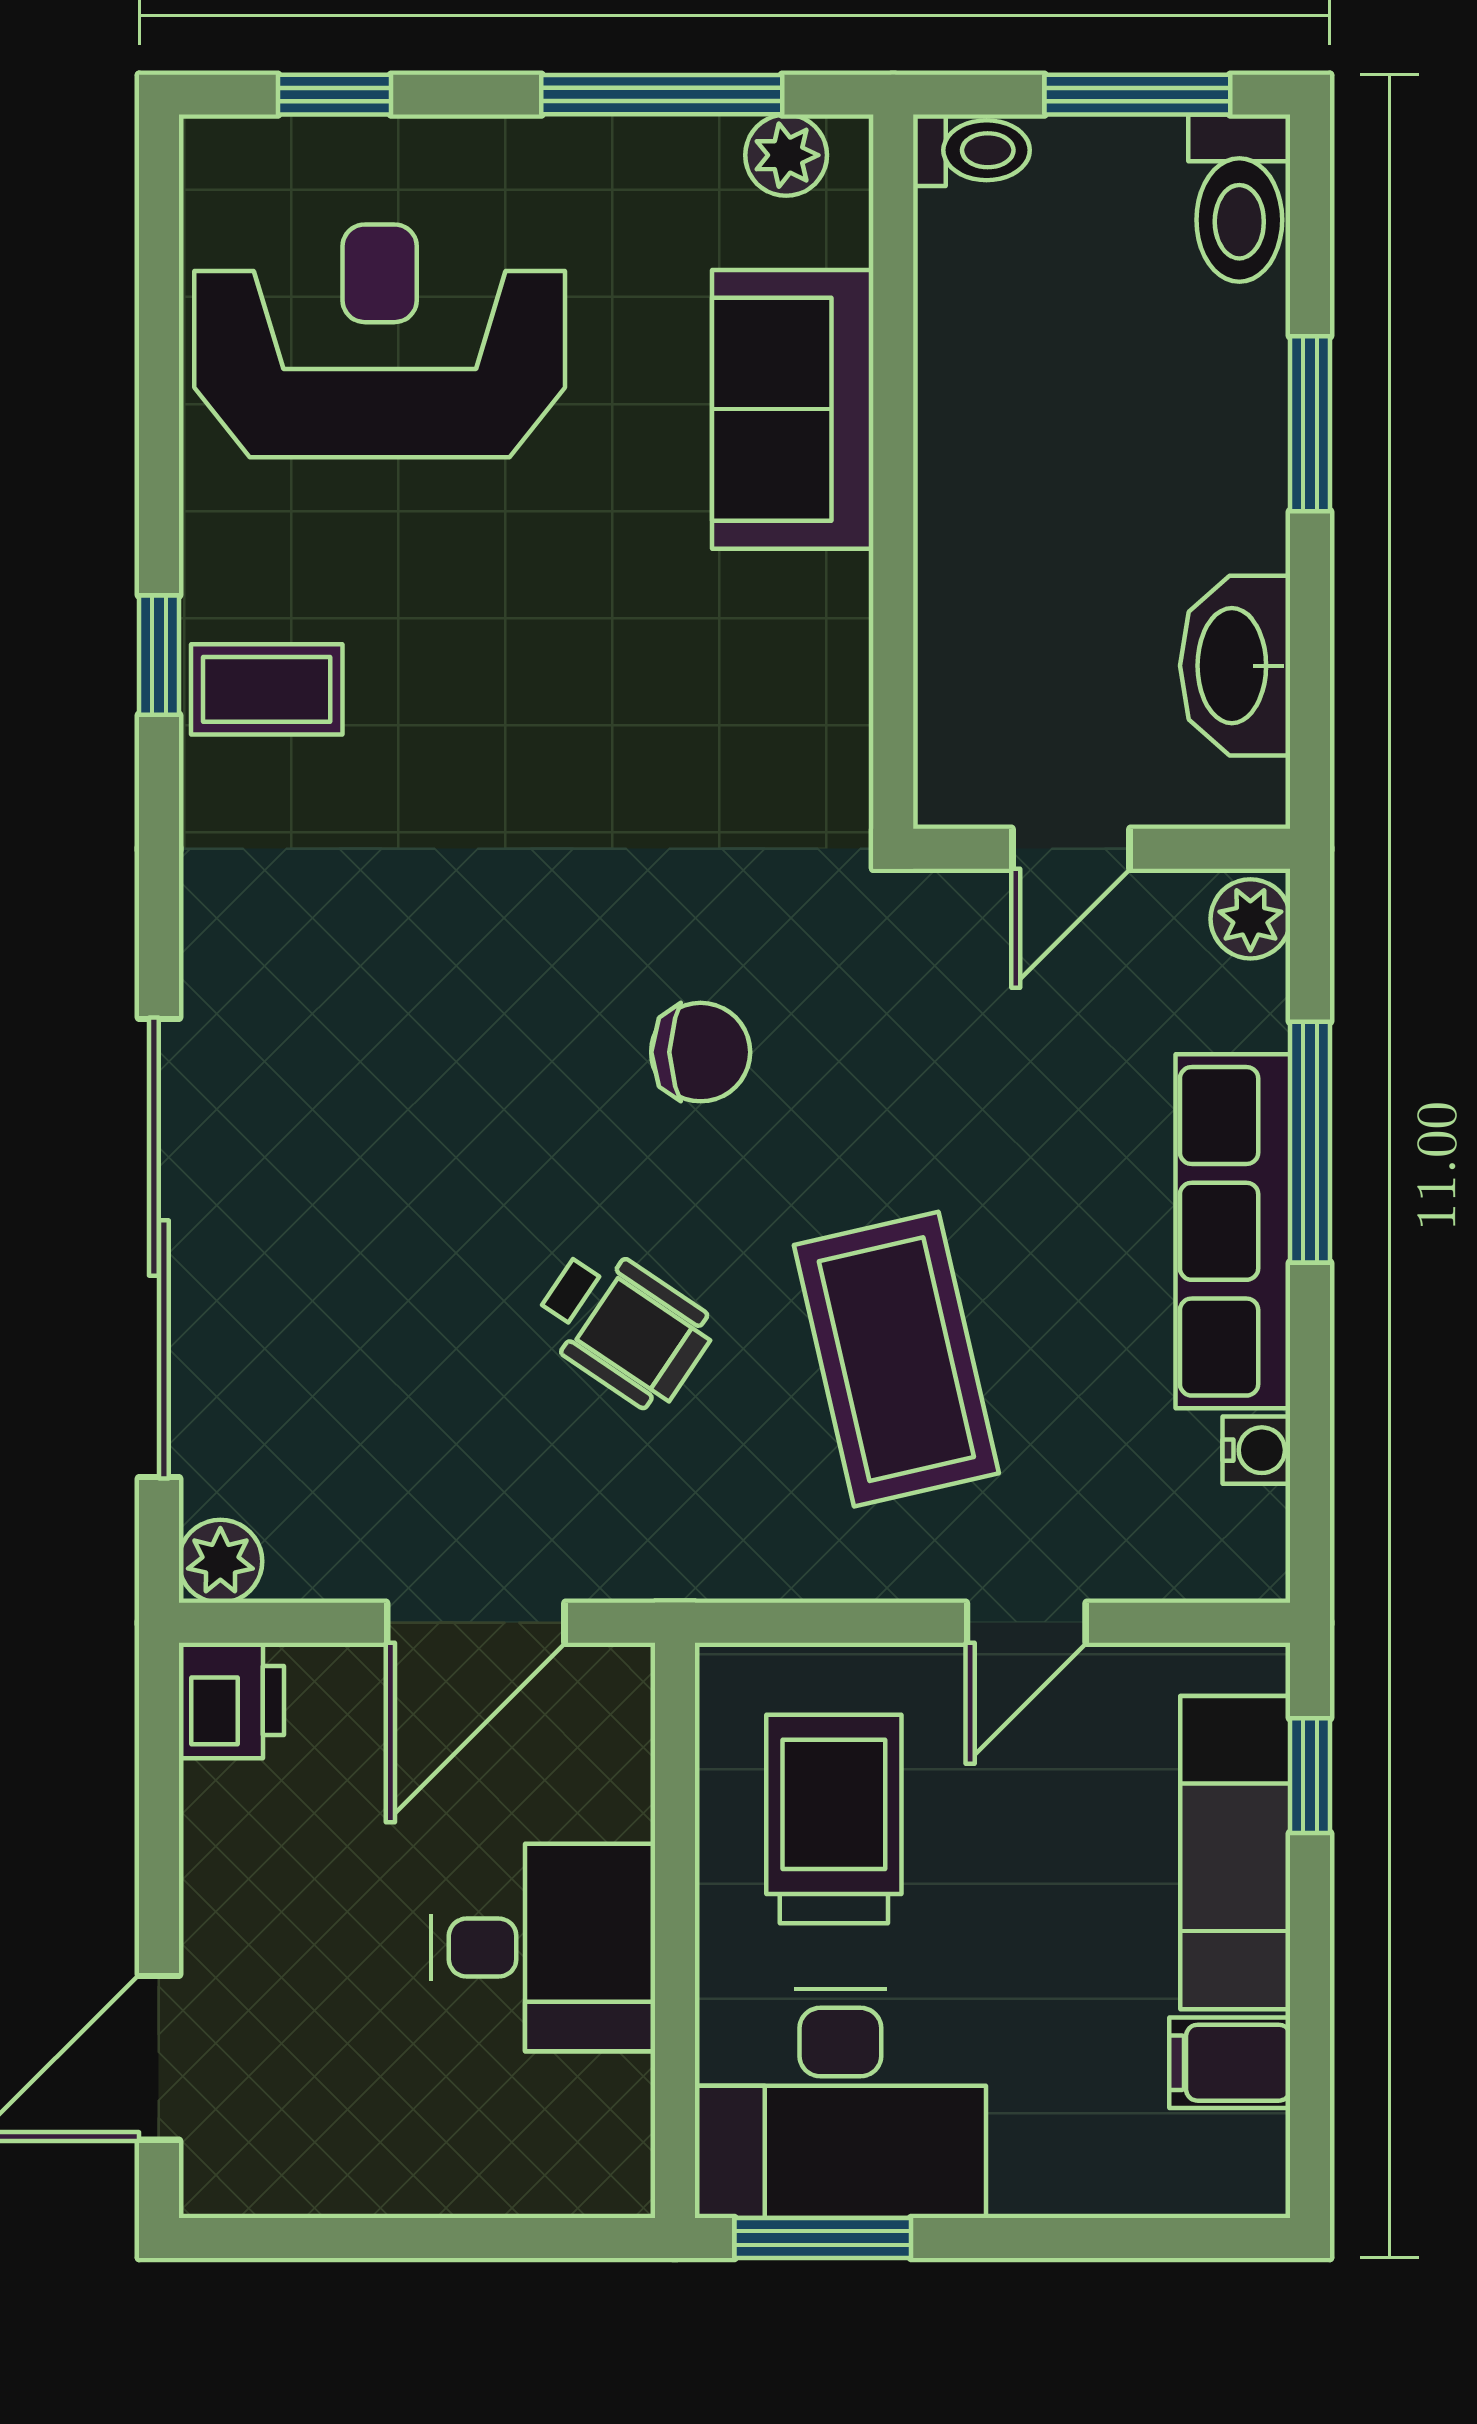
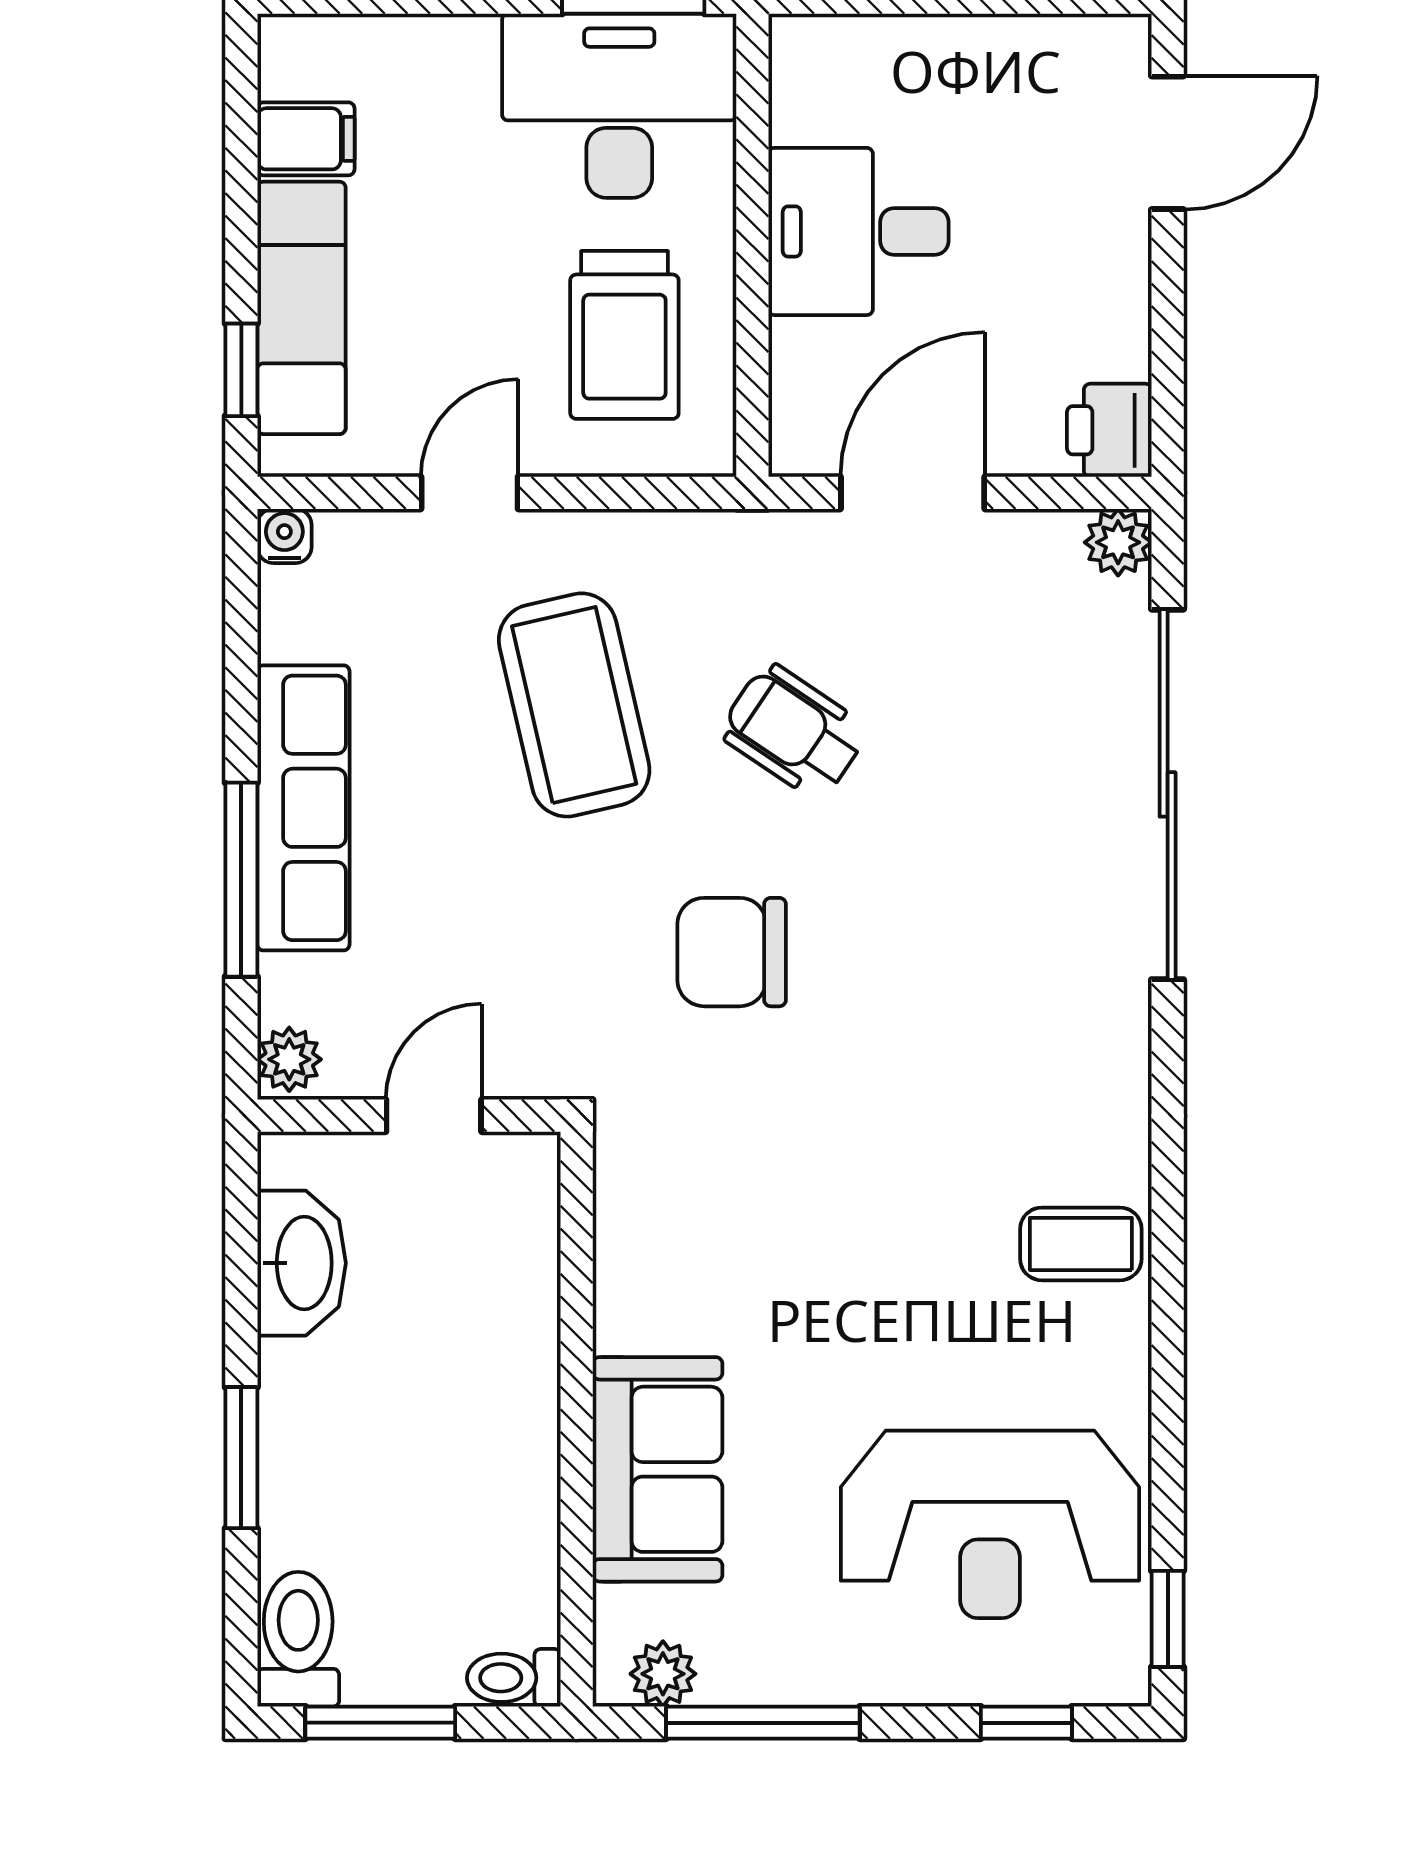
window: (159, 655) -> (1168, 1619), moved
chair: (701, 1052) -> (732, 952), width x1.37, depth x1.37
water cooler: (1256, 1450) -> (284, 536), moved, turned 90

